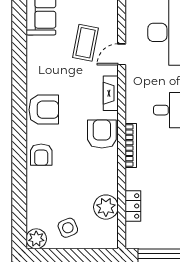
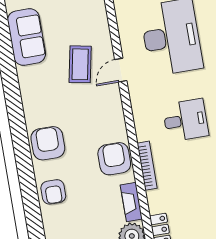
fireplace: (111, 93) -> (131, 202), moved
armchair: (44, 110) -> (48, 143), turned -90

